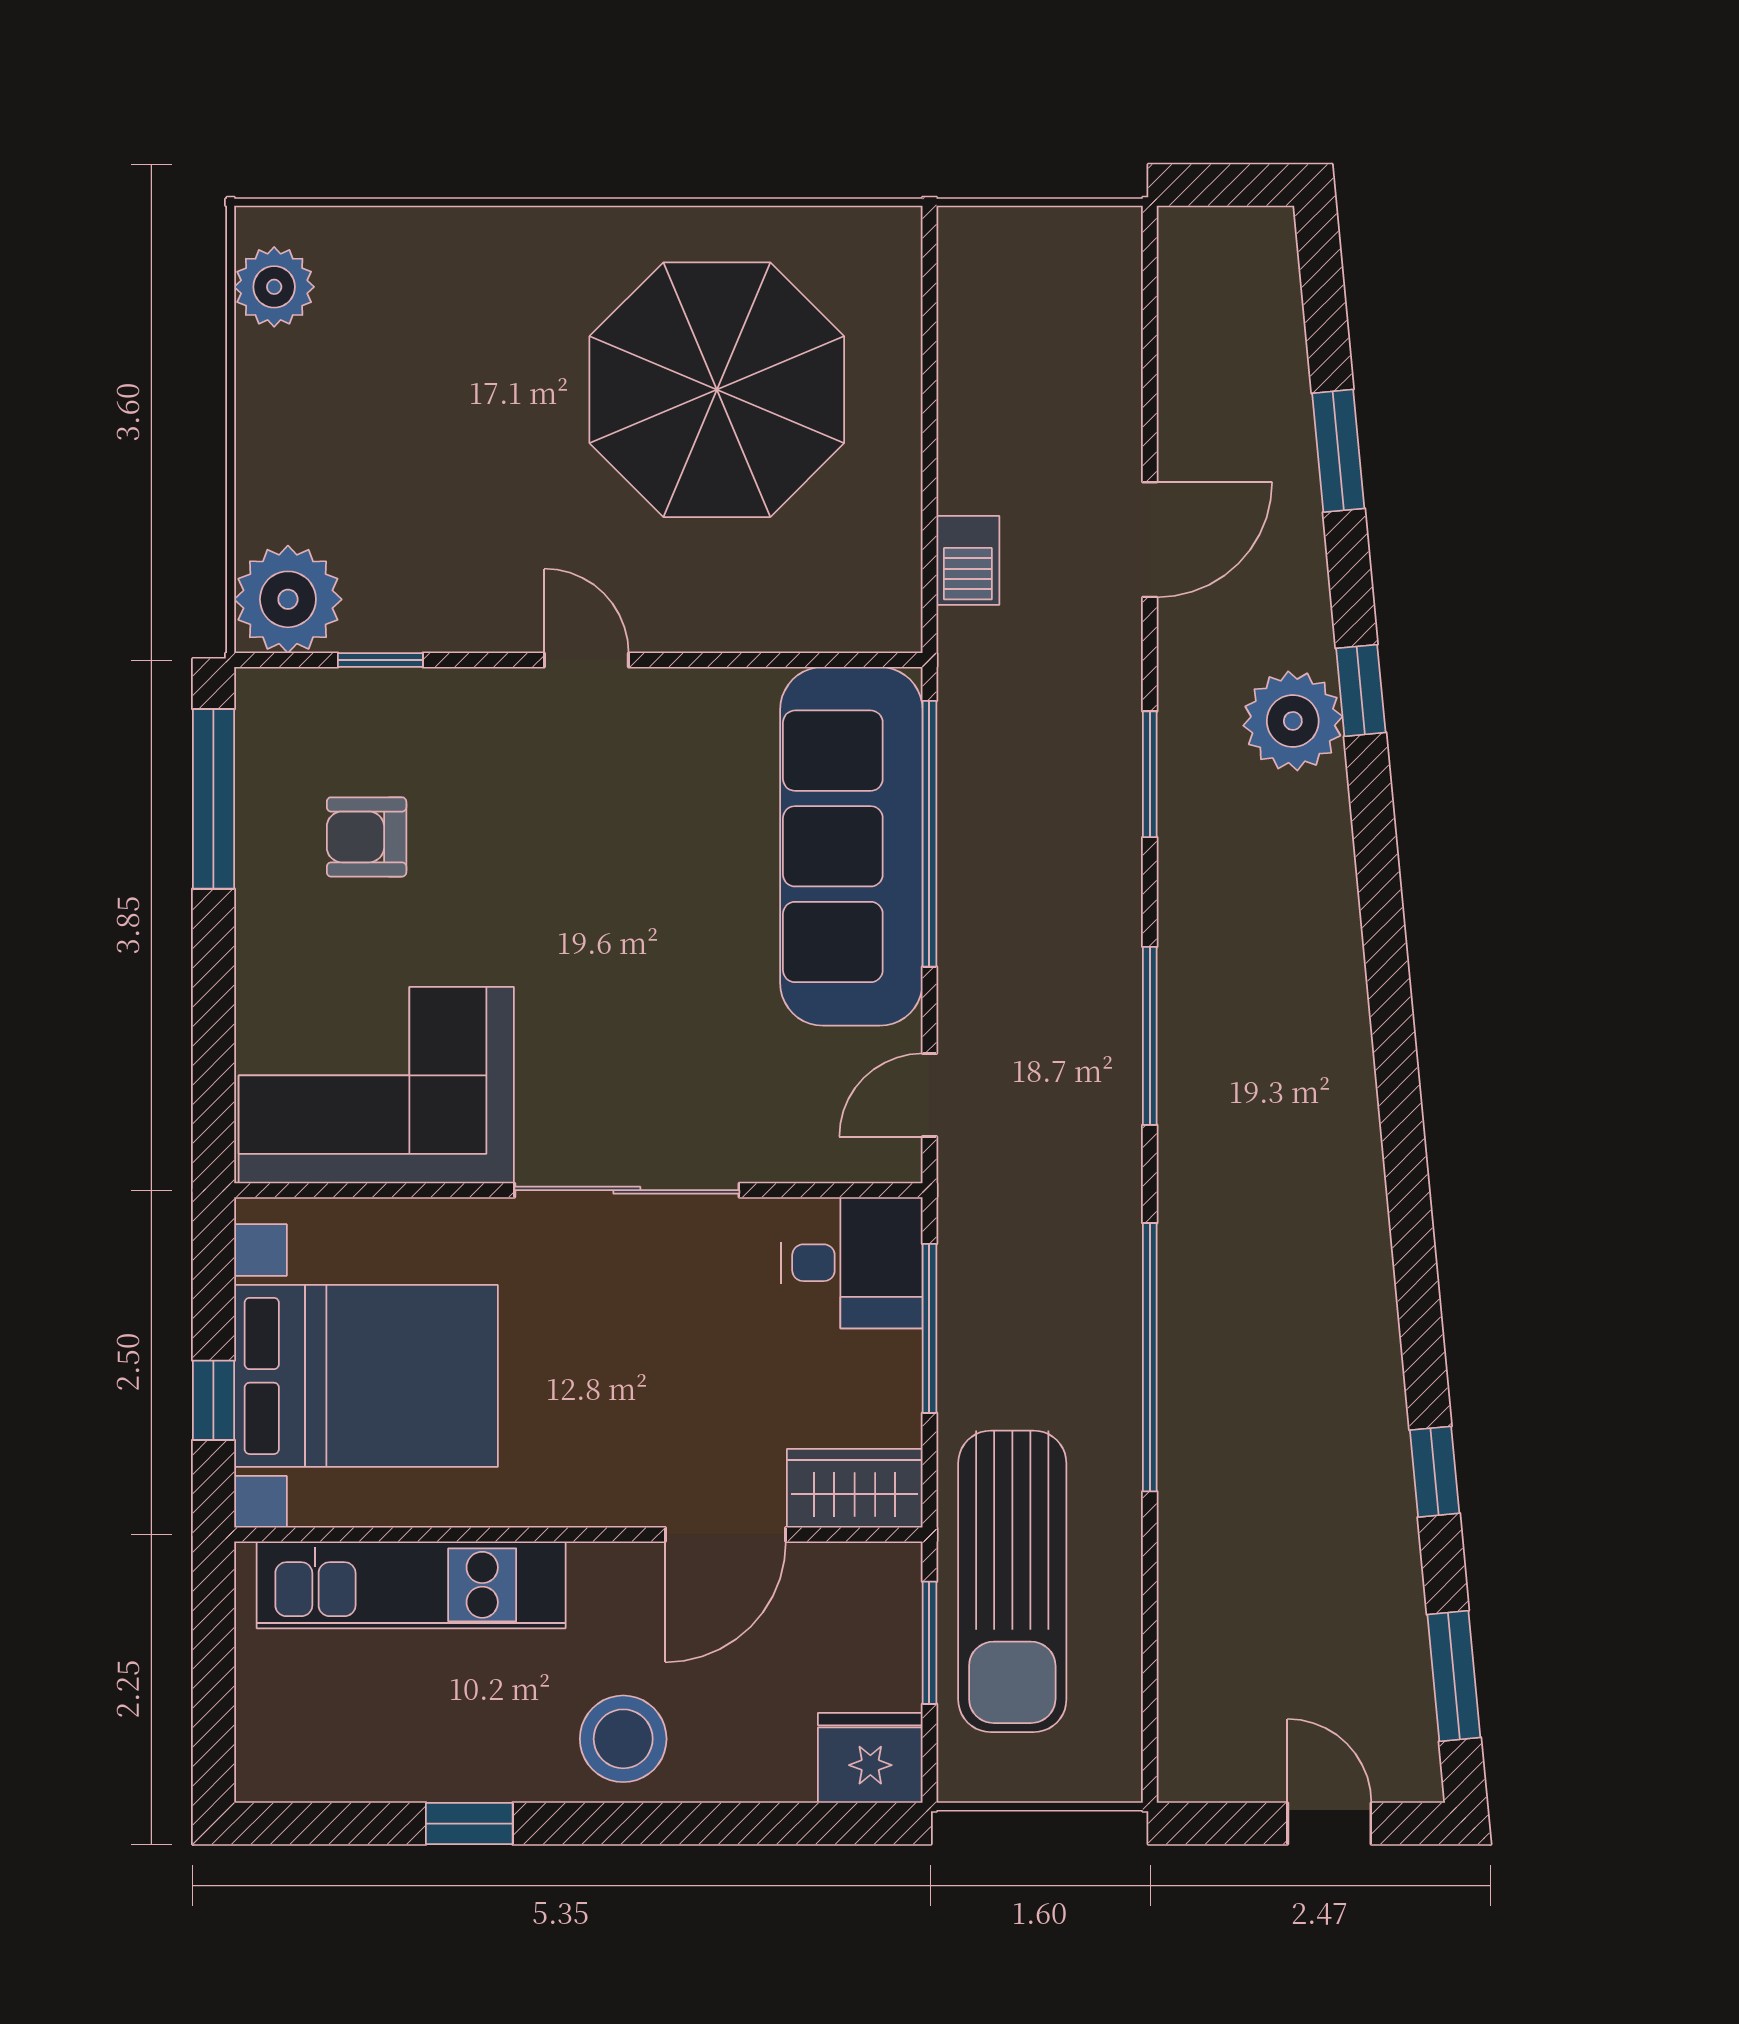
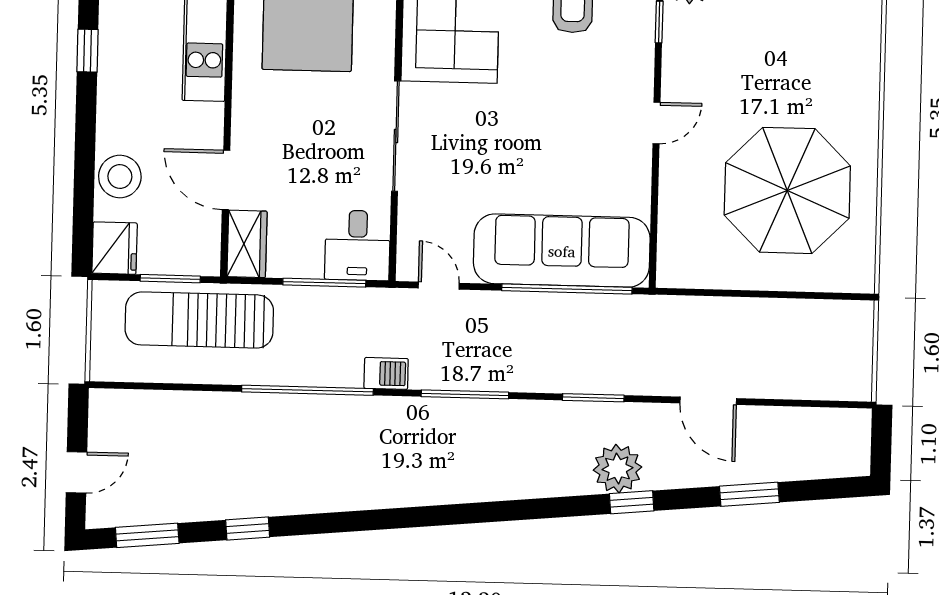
barbecue: (968, 560) -> (386, 373), moved, turned 180
stool: (623, 1739) -> (120, 177), moved

